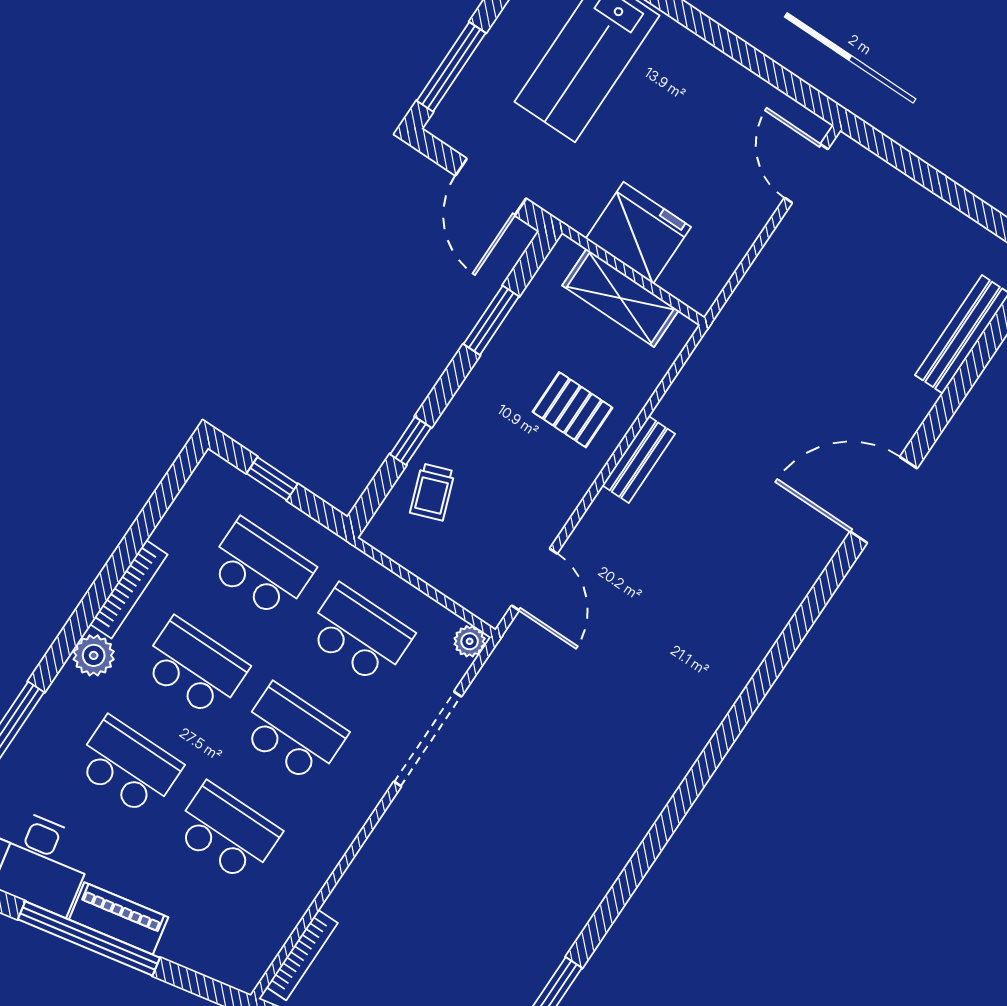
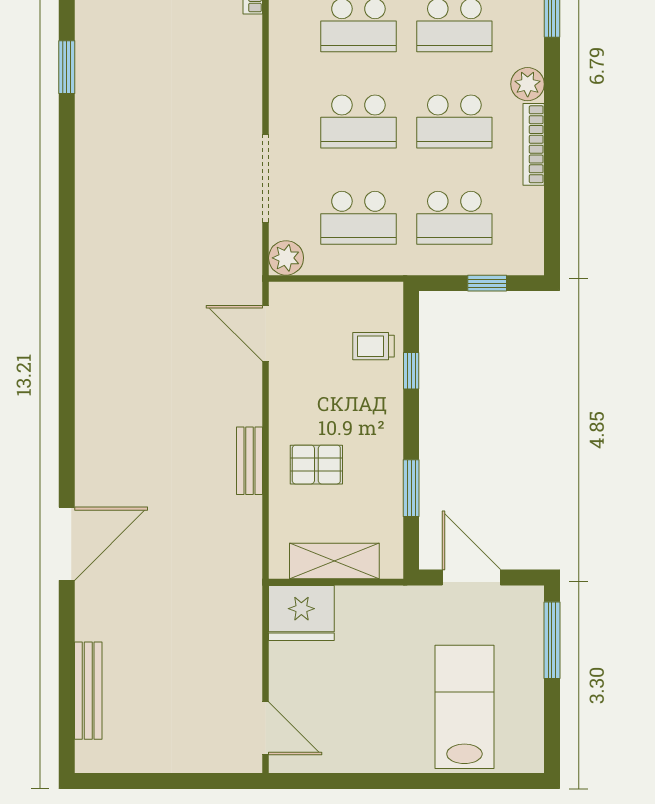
fridge: (638, 233) -> (301, 613), moved
trolley: (432, 492) -> (373, 346), turned -70
plant: (470, 641) -> (286, 258), width x1.38, depth x1.38

